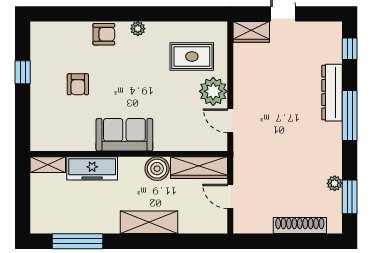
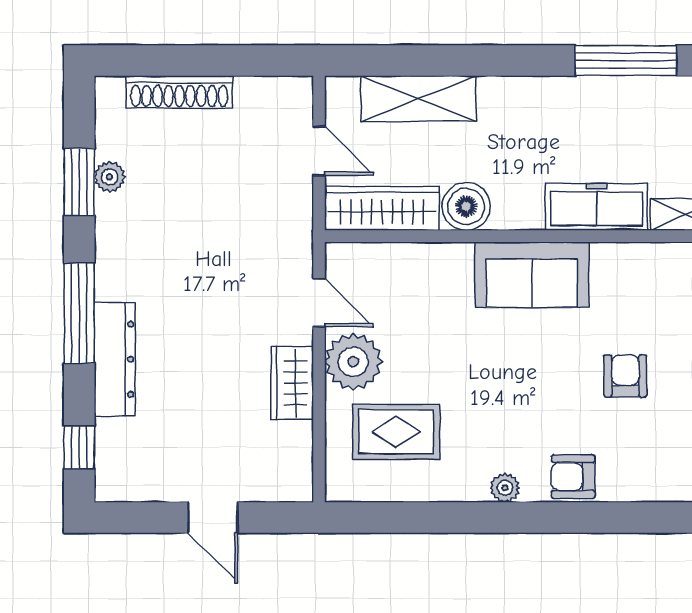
wardrobe: (251, 32) -> (292, 383), moved, turned -90
window: (350, 197) -> (79, 182), moved
shelving: (149, 222) -> (419, 99), moved

